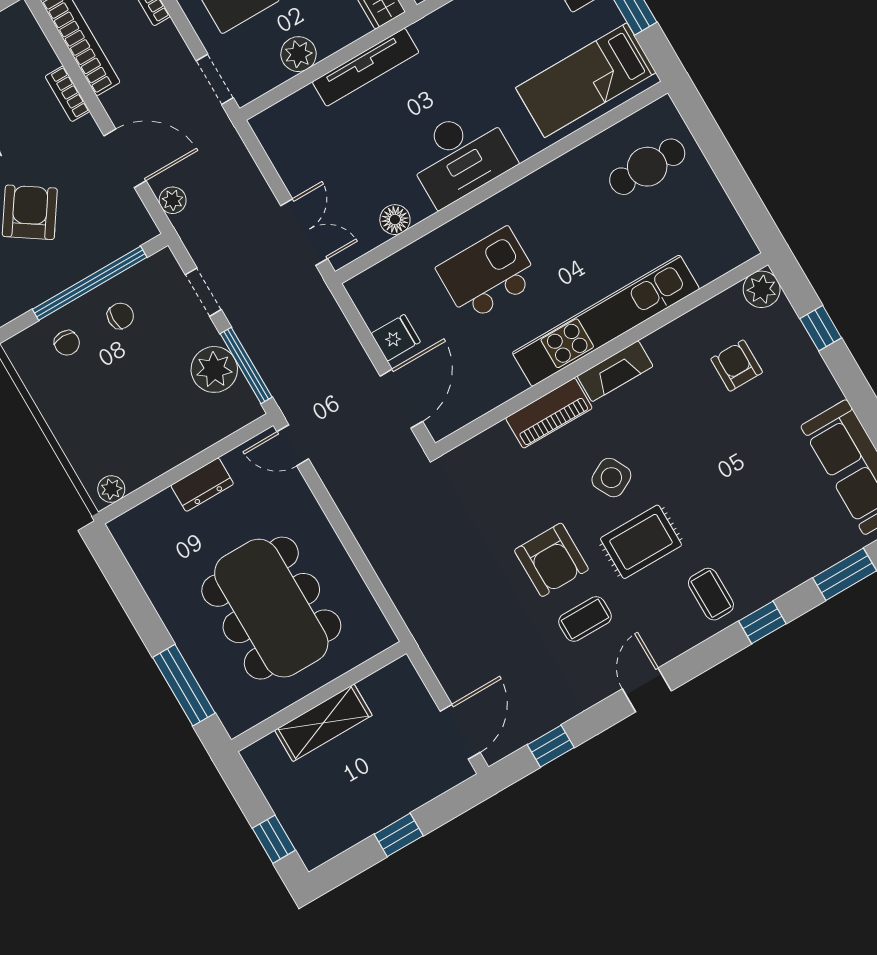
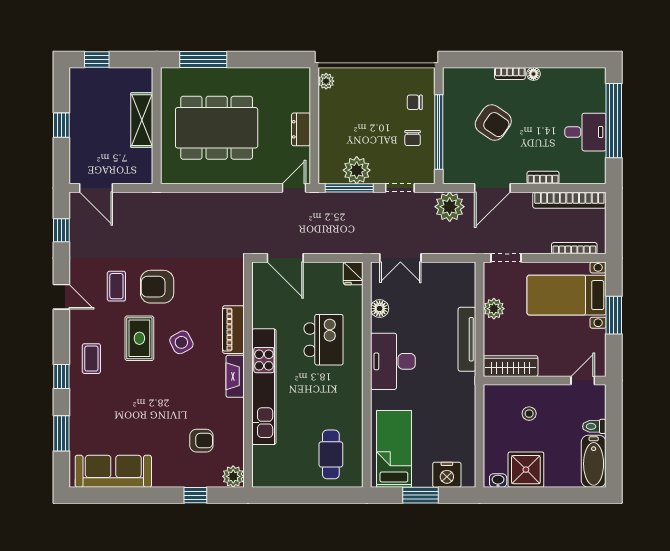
plant: (173, 200) -> (450, 207), width x1.87, depth x1.87
fridge: (396, 338) -> (353, 273), moved
coffee table: (711, 594) -> (91, 359), turned 90

